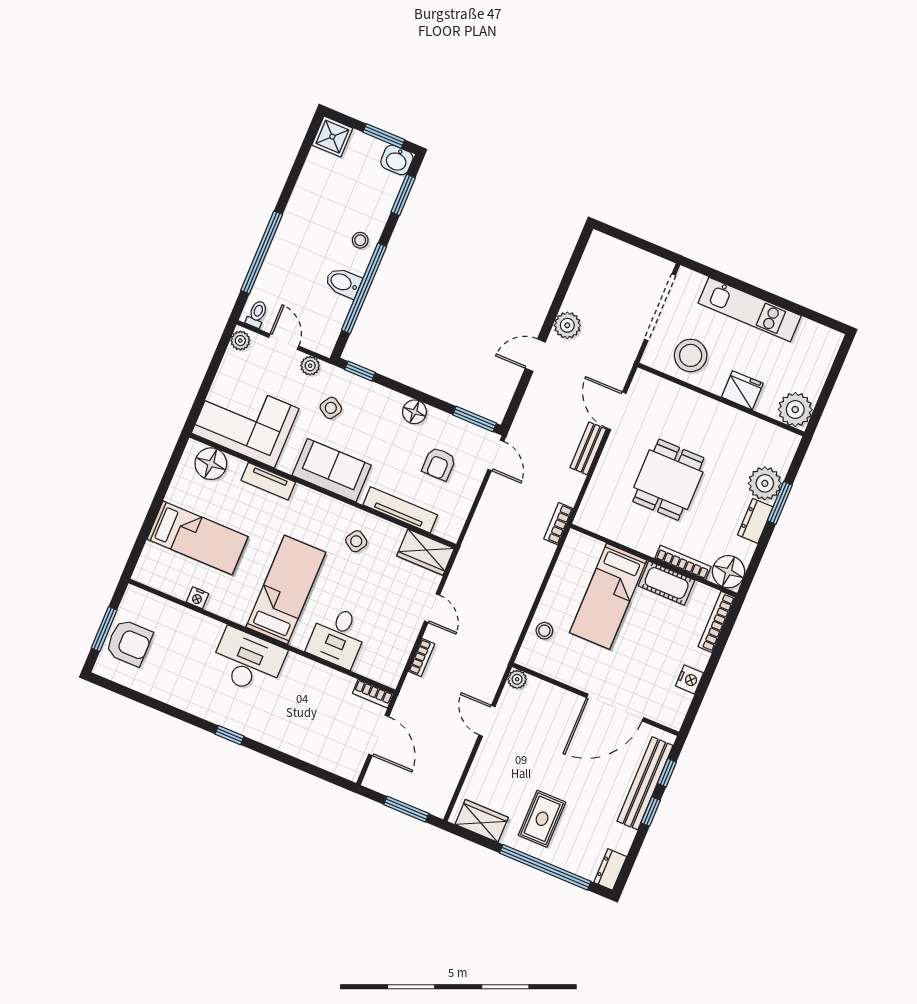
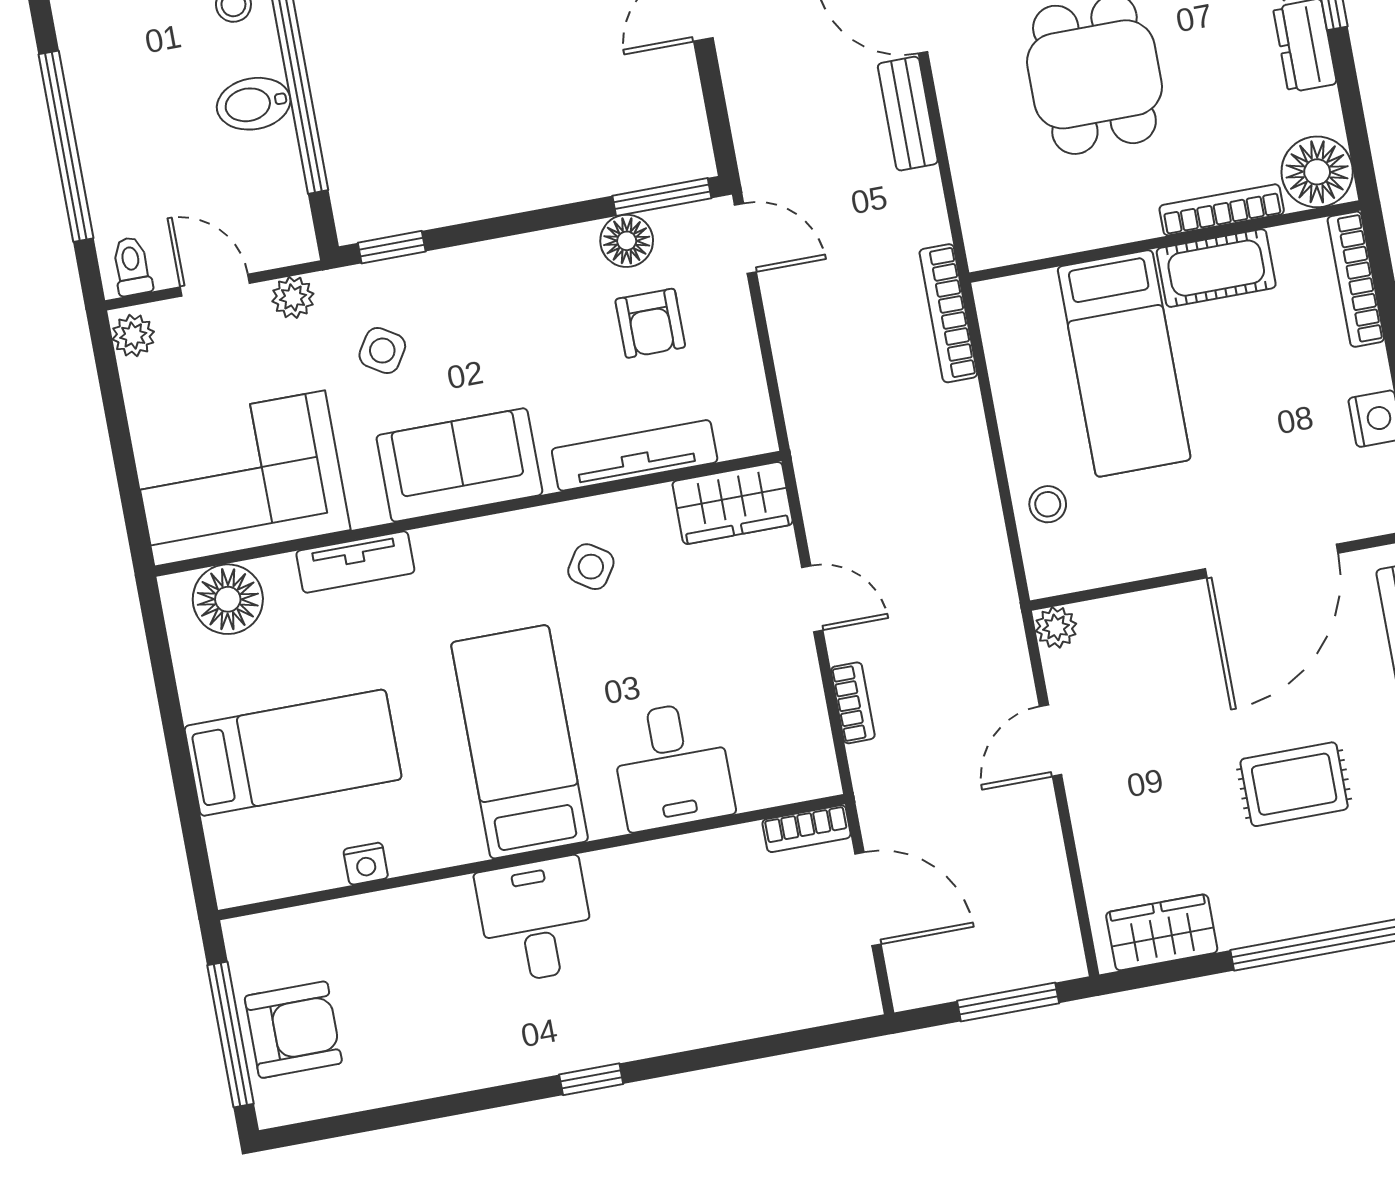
floor lamp: (414, 412) -> (627, 241), moved
bookcase: (558, 524) -> (948, 313), width x1.56
window: (104, 629) -> (231, 1034), width x1.44
desk: (248, 661) -> (536, 920), width x0.73
door: (487, 721) -> (1051, 741), hinge flipped
rug: (542, 819) -> (1294, 784), moved, turned 90

